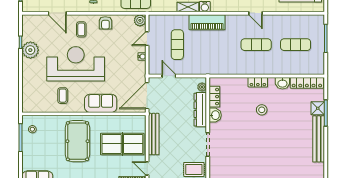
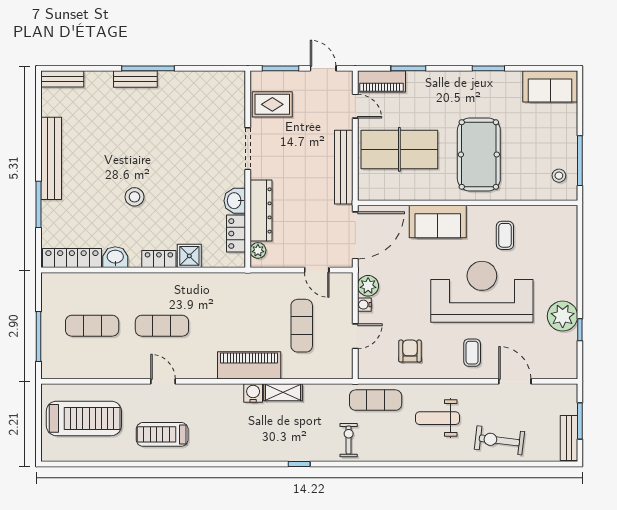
plant: (140, 20) -> (368, 286), moved
armchair: (105, 23) -> (410, 351), moved
reception desk: (76, 64) -> (482, 292), turned 180
shower: (318, 108) -> (189, 256), moved
stool: (262, 110) -> (134, 197), moved

